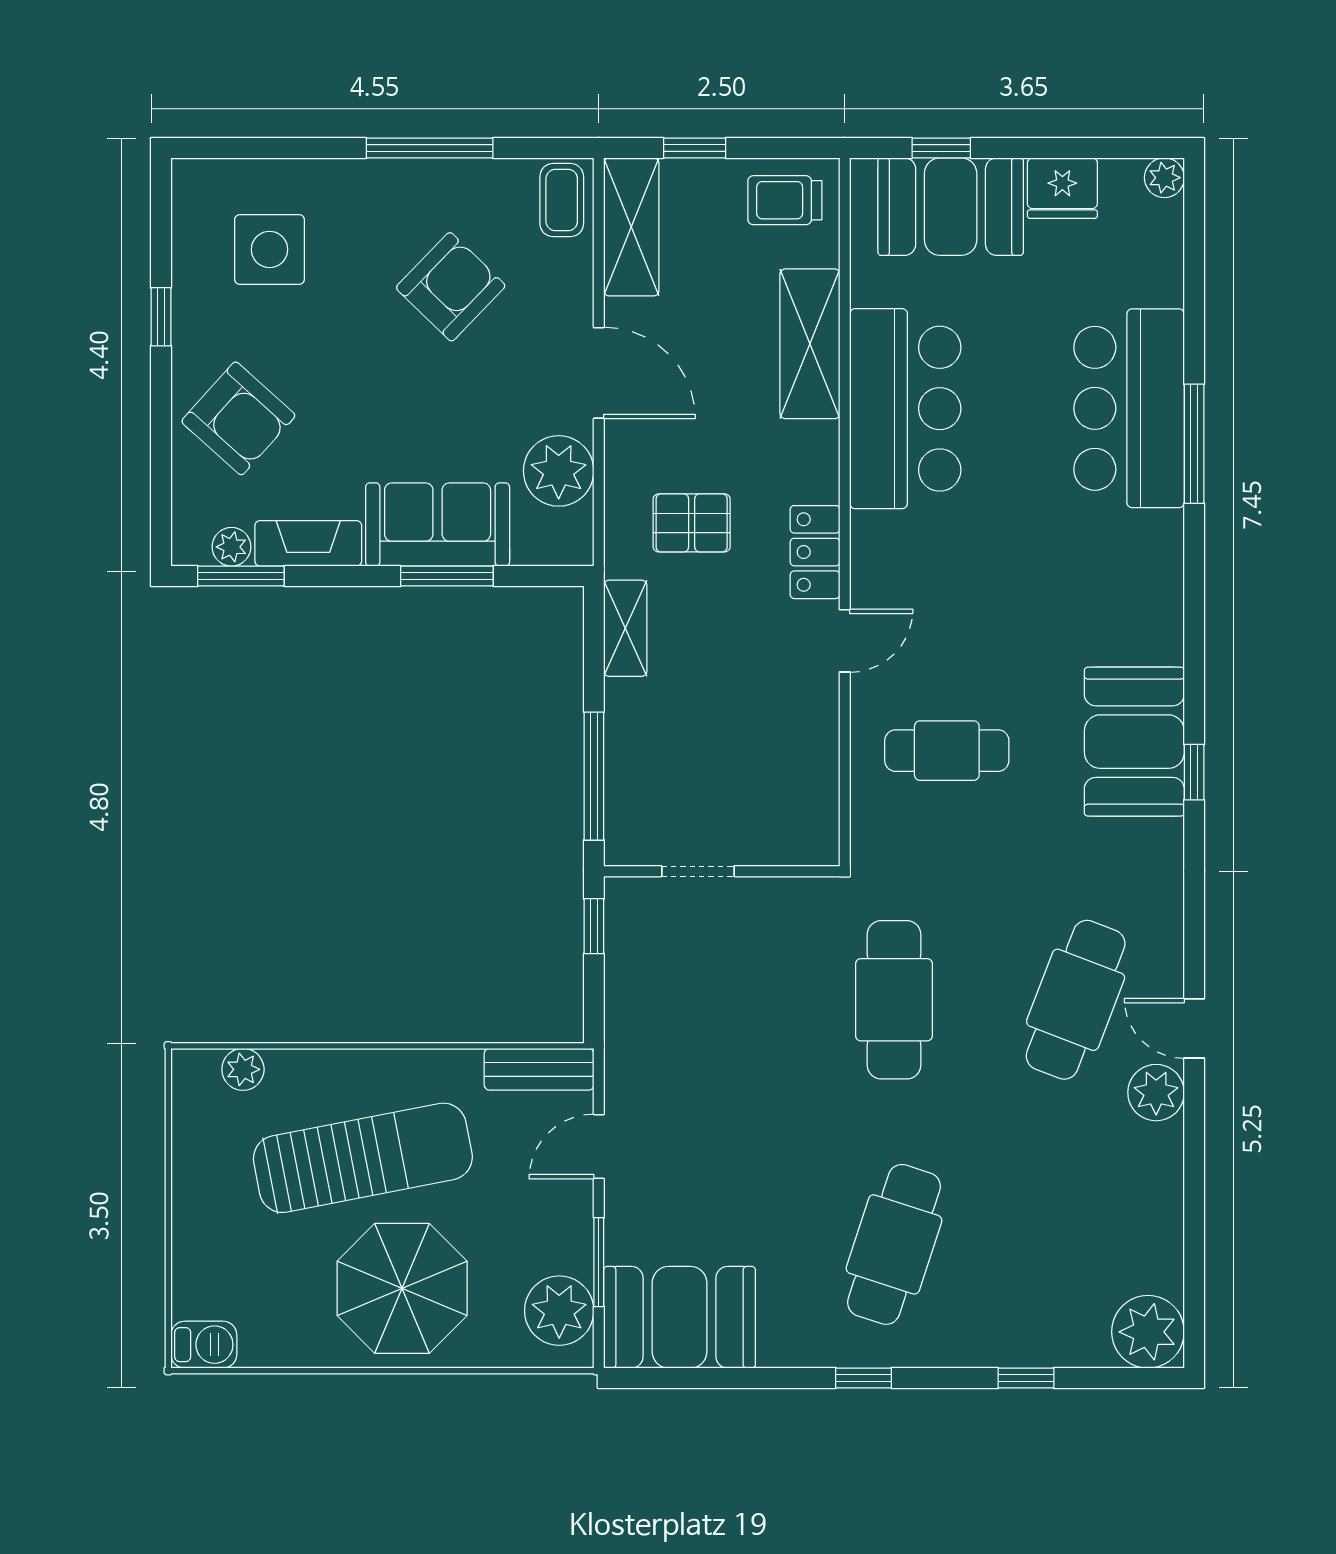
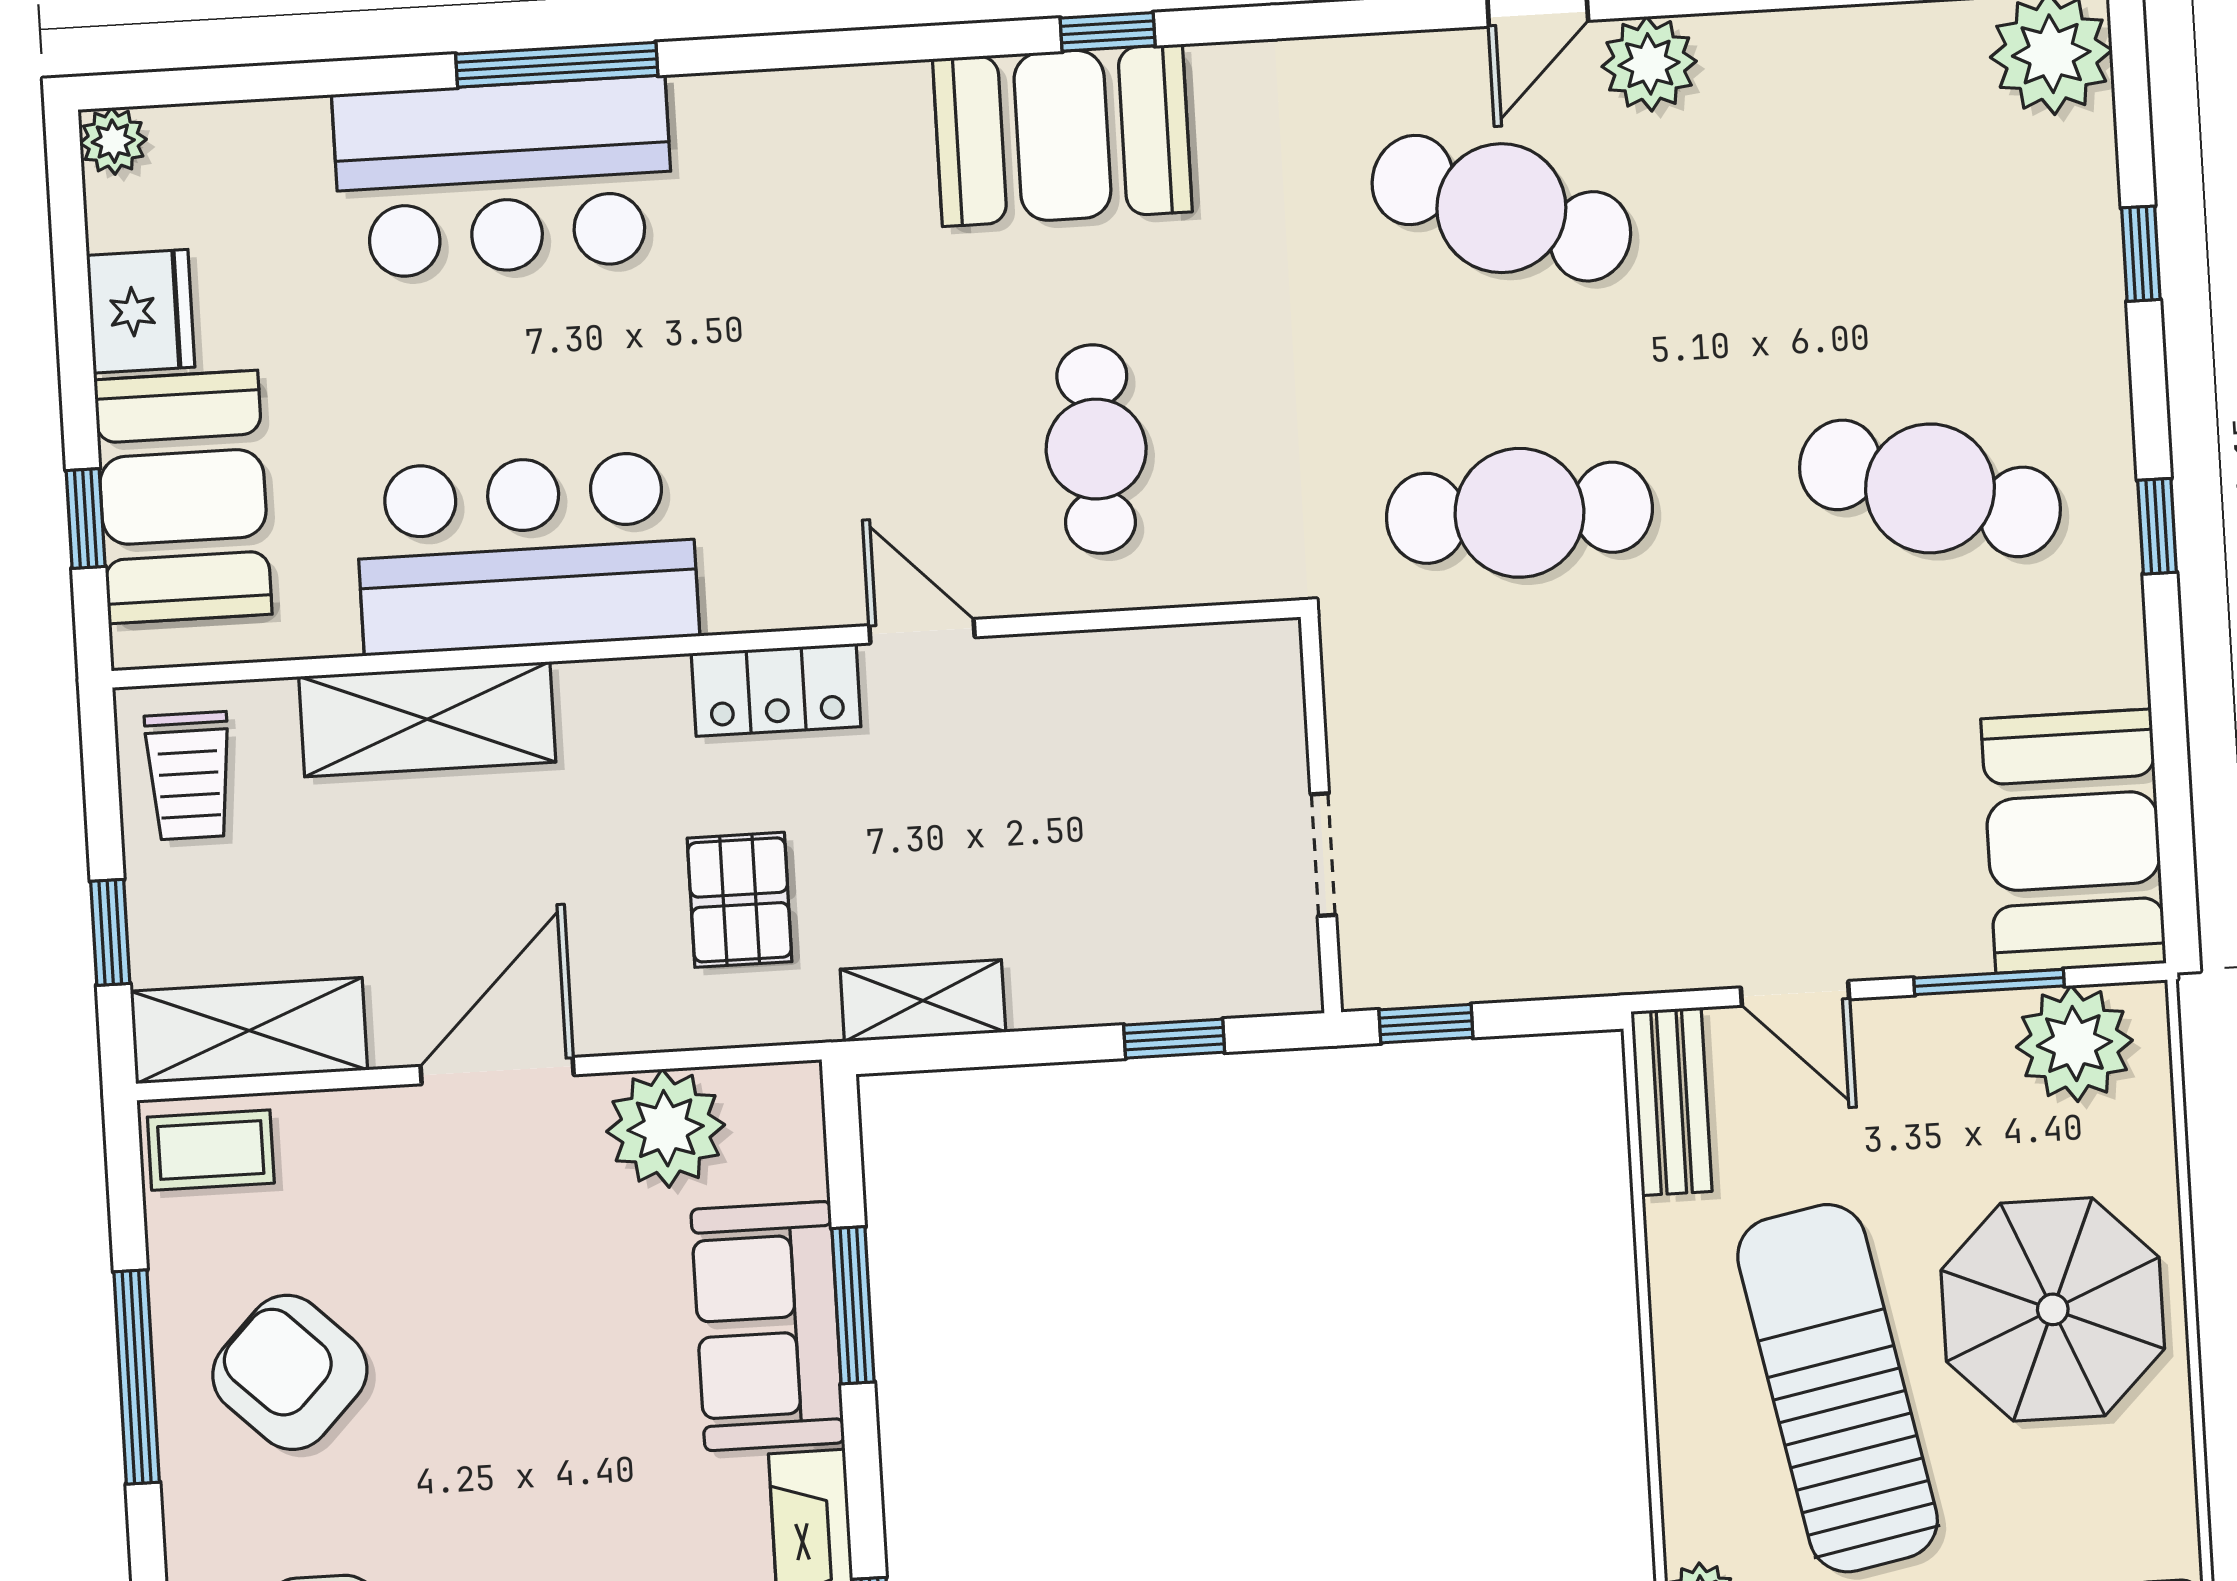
armchair: (451, 287) -> (290, 1372), moved
window: (594, 776) -> (1174, 1039), width x0.46

